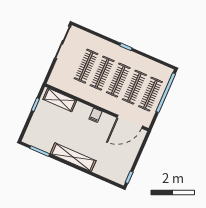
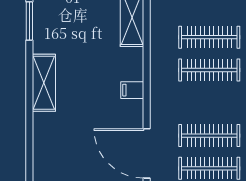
clothes rail: (118, 80) -> (209, 103), removed
shelving: (73, 157) -> (44, 83), width x0.68

